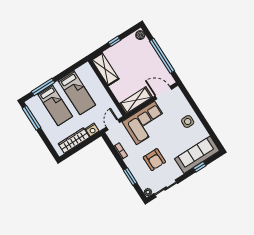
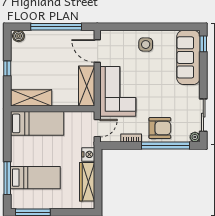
bed: (77, 93) -> (37, 123), moved
door: (163, 93) -> (97, 51), hinge flipped
door: (113, 125) -> (97, 128), swing flipped
armchair: (154, 160) -> (160, 128), moved
window: (200, 167) -> (203, 44), moved
window: (130, 176) -> (165, 146), width x2.11

